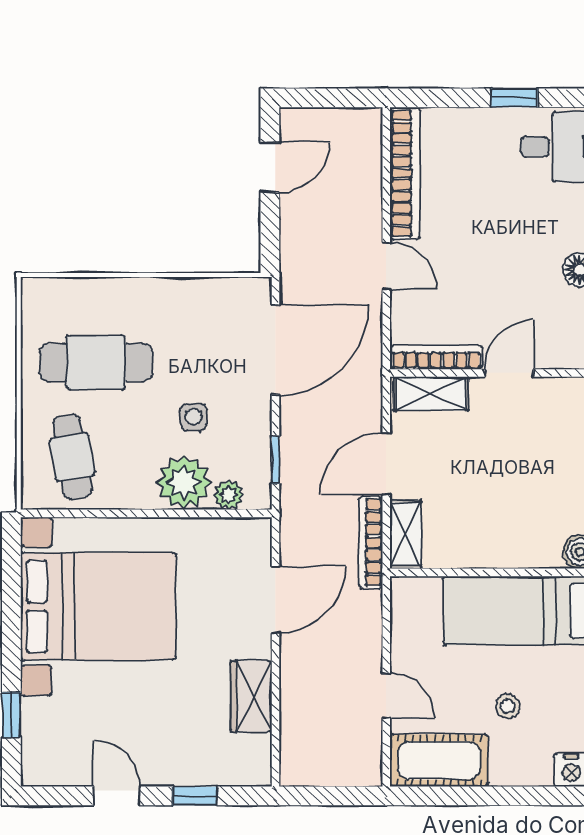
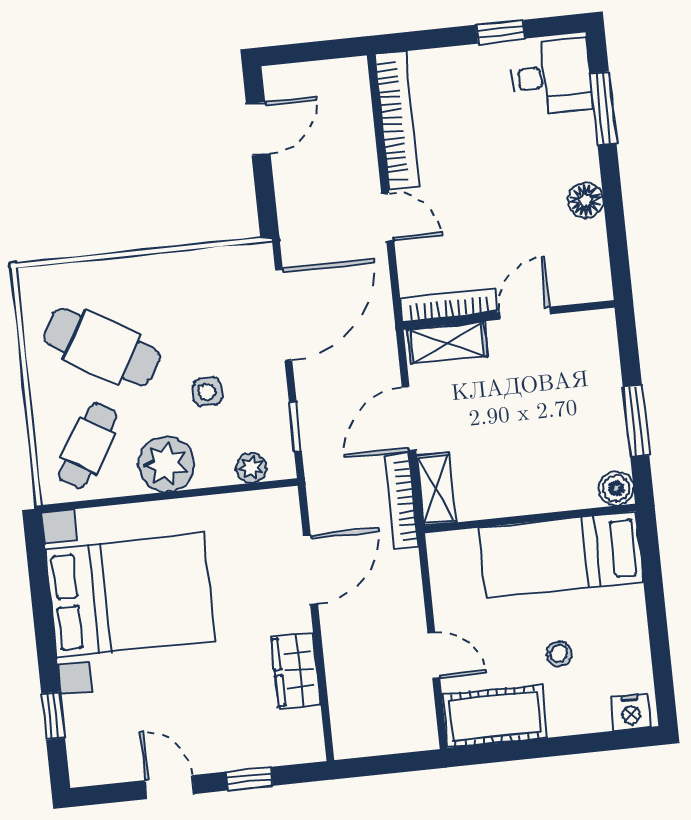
cafe table: (96, 363) -> (102, 347), turned 30
cafe table: (72, 457) -> (88, 446), turned 40
plant: (184, 483) -> (166, 464), moved

